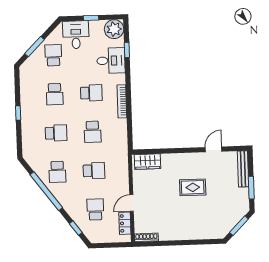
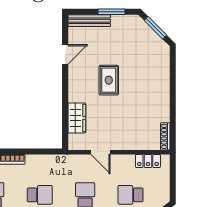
door: (213, 149) -> (65, 54), swing flipped
wardrobe: (148, 162) -> (77, 118), moved
door: (132, 203) -> (100, 152), moved

